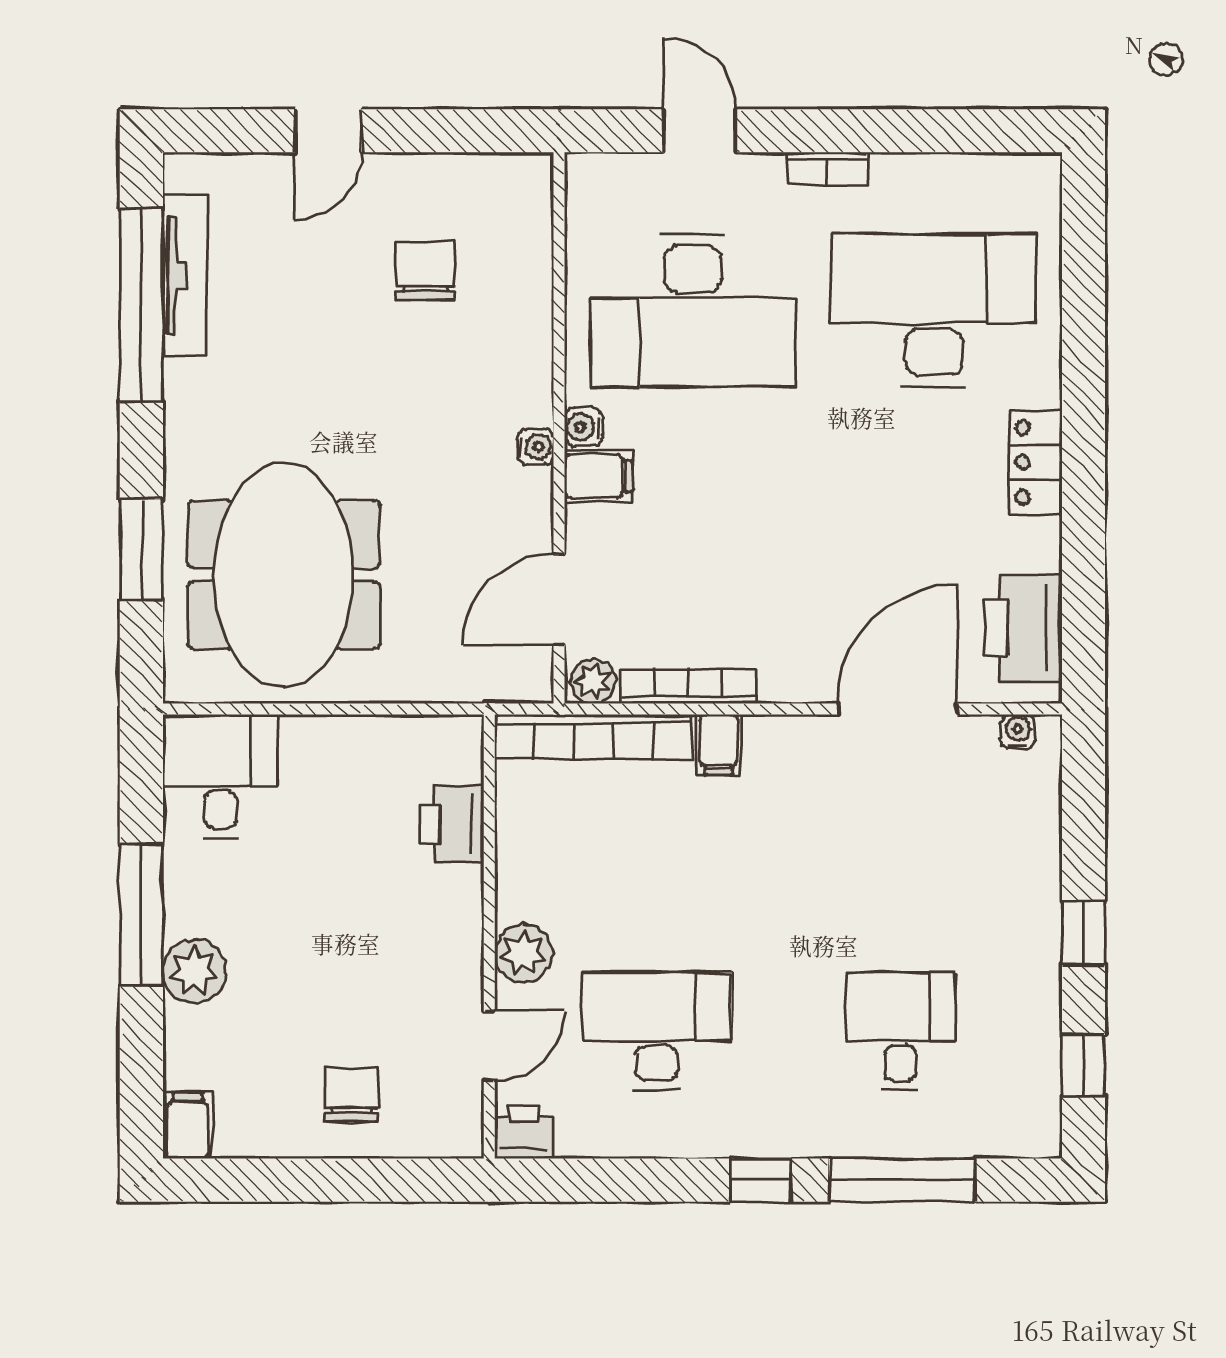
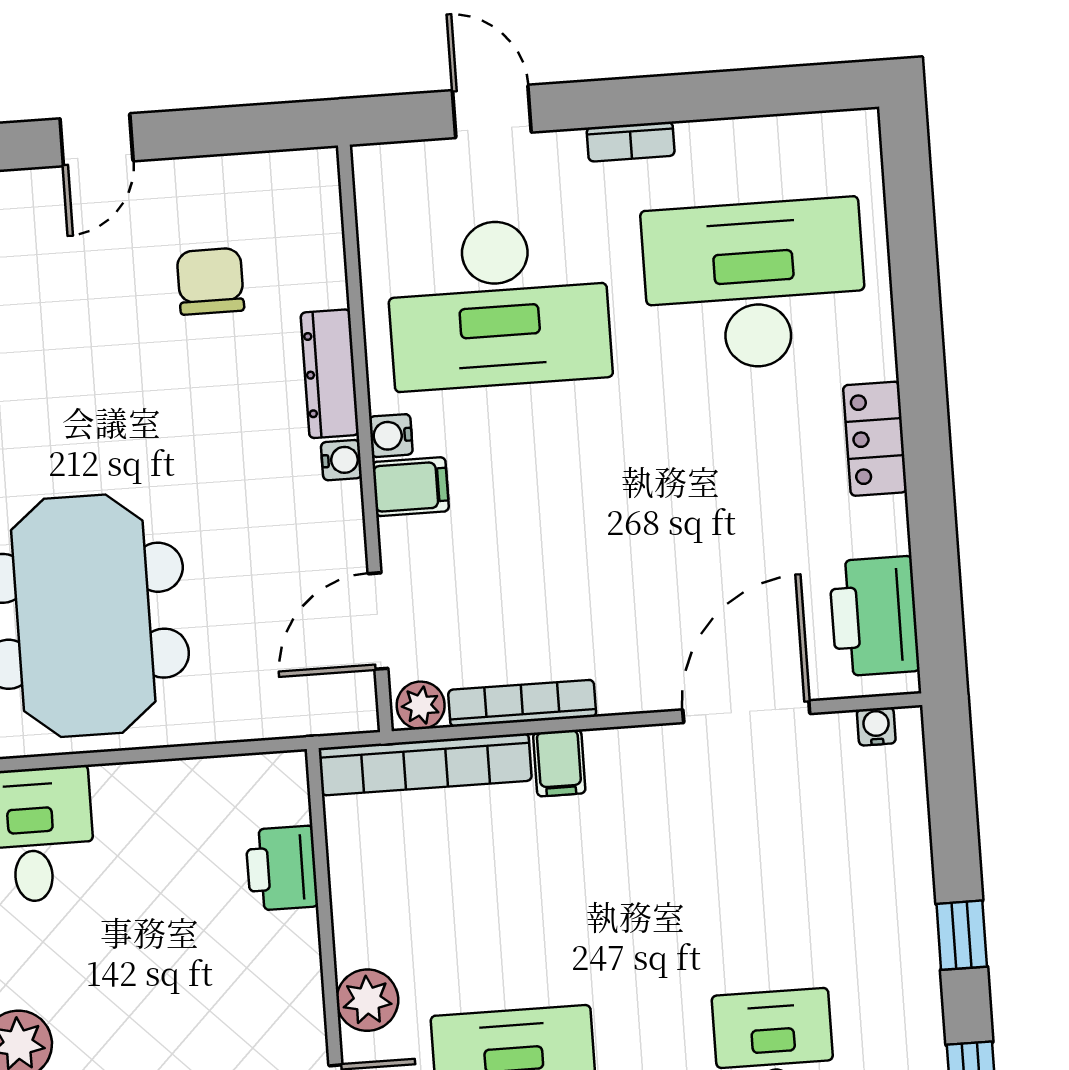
dresser: (530, 365) -> (330, 374), added

